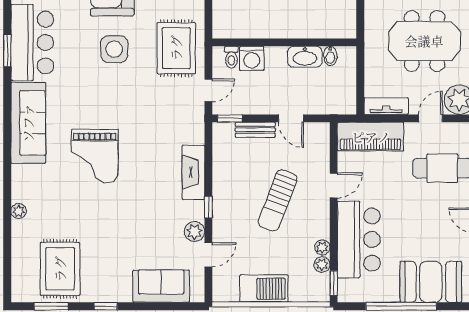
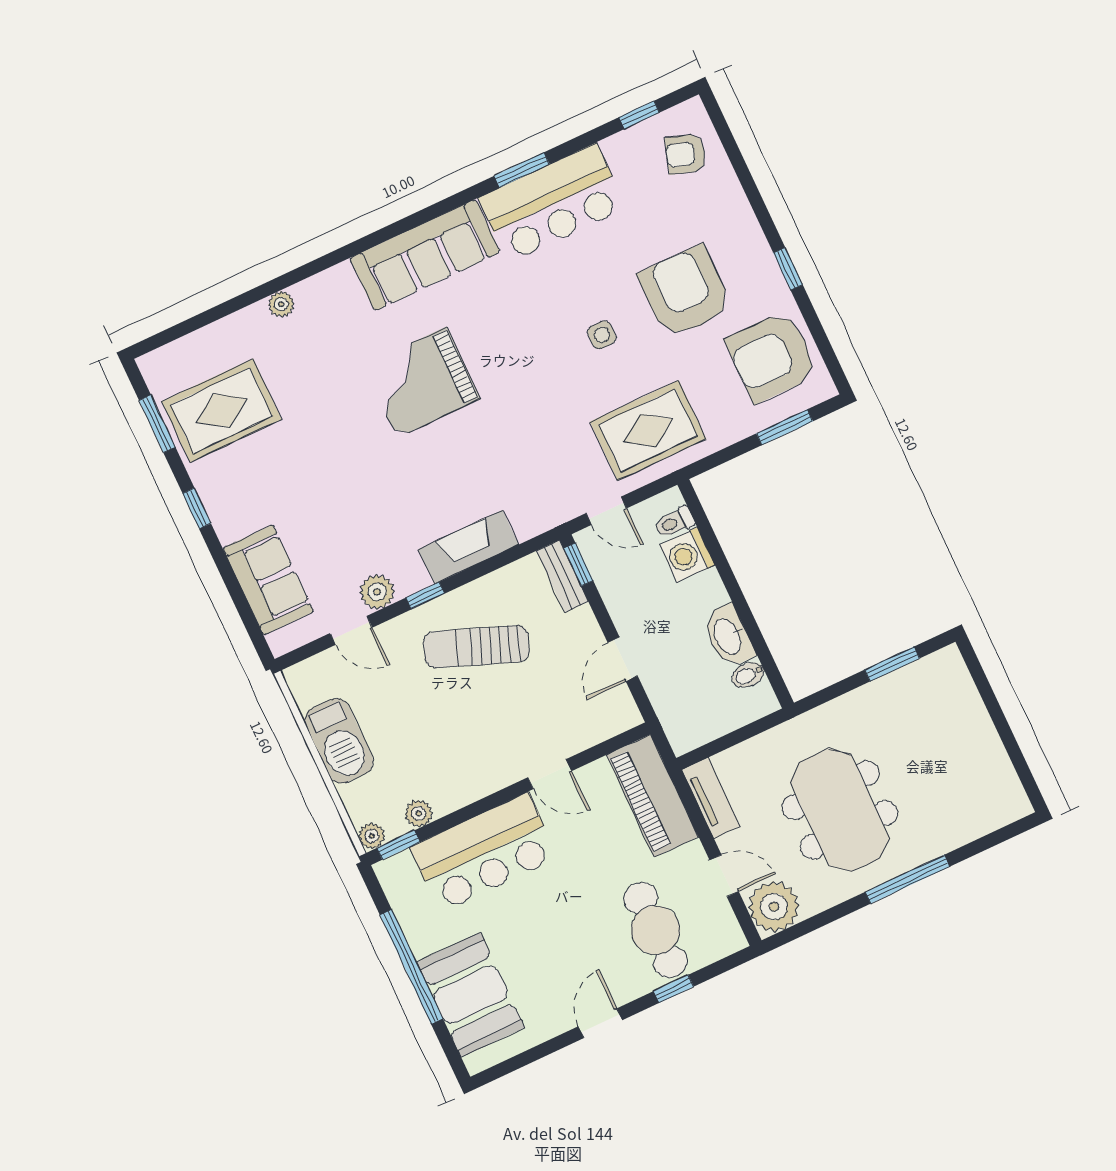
side table: (114, 49) -> (602, 335), width x0.54, depth x0.54
bench: (255, 130) -> (562, 576), moved
sun lounger: (278, 200) -> (476, 647), moved
plant: (322, 247) -> (372, 836), moved

